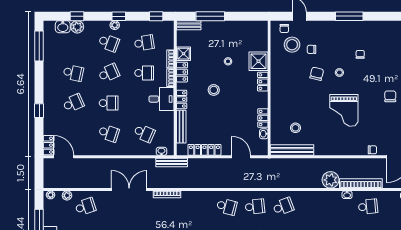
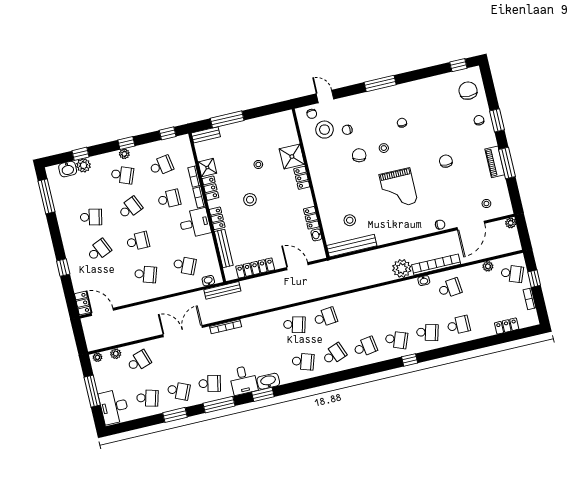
school desk: (283, 207) -> (357, 310), removed

